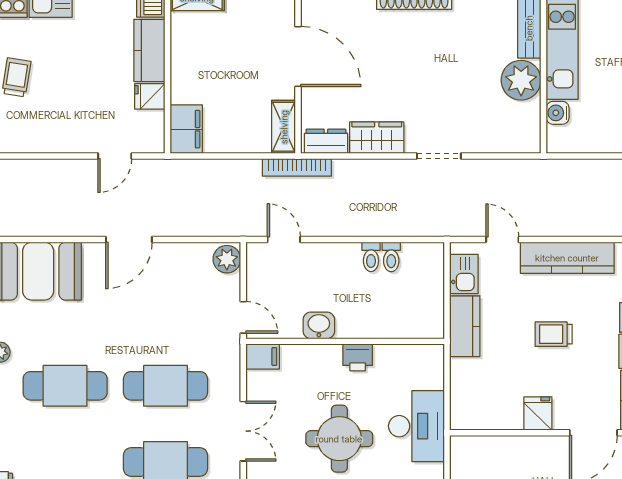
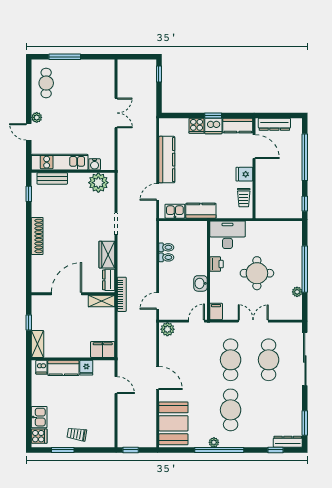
plant: (521, 80) -> (98, 183), moved
trolley: (554, 334) -> (244, 198), moved
desk: (416, 426) -> (227, 235), moved

